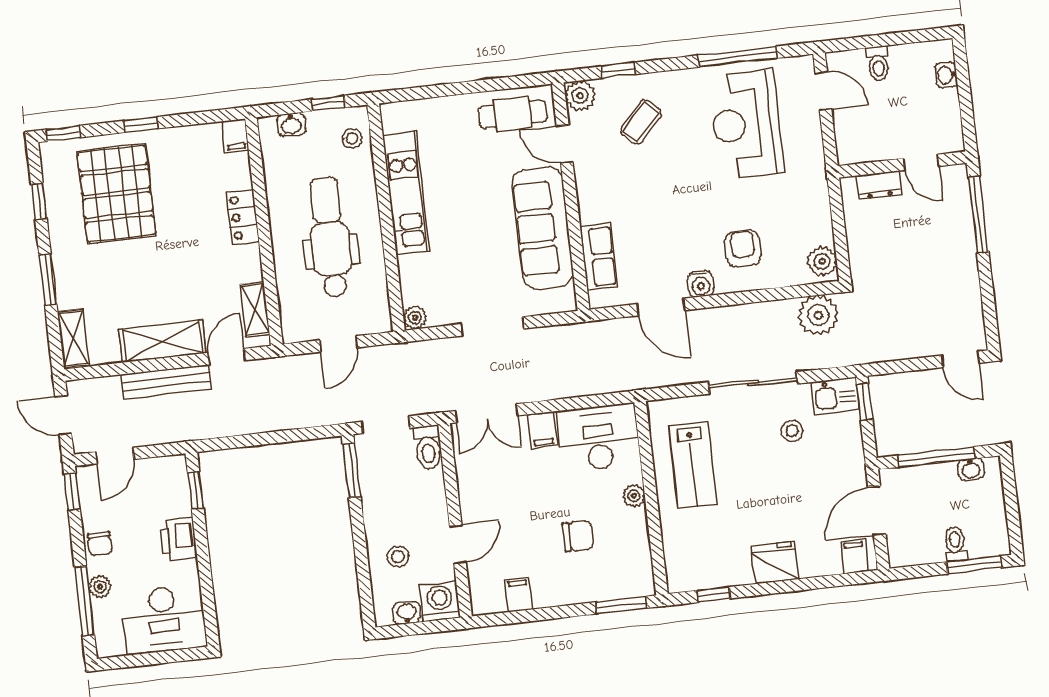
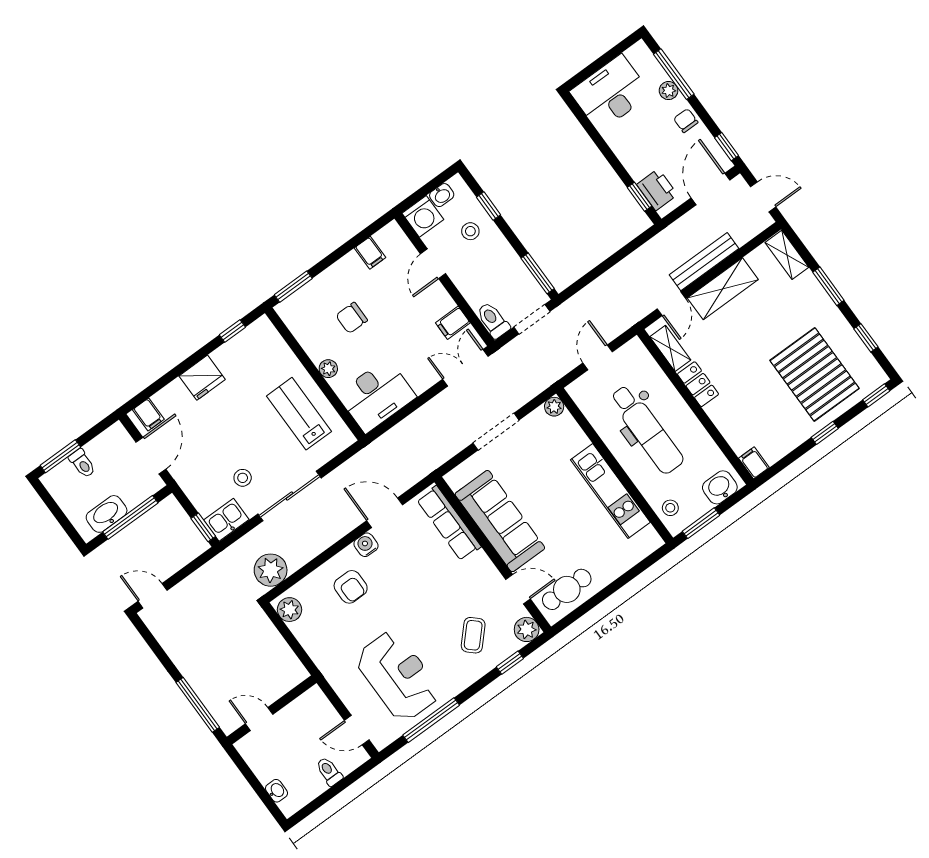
window: (329, 103) -> (701, 523), width x1.50
washbasin: (291, 125) -> (720, 487), width x1.38, depth x1.45
dresser: (879, 185) -> (280, 686), removed
locker: (243, 217) -> (698, 384), moved
row of seats: (599, 257) -> (449, 523), width x1.48
filing cabinet: (542, 430) -> (453, 323), moved, turned -90
door: (115, 456) -> (711, 189), width x1.38
washbasin: (971, 469) -> (107, 514), width x1.91, depth x1.45
printer: (178, 540) -> (657, 190), moved
window: (363, 572) -> (488, 206), added

